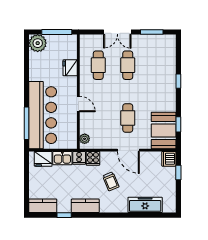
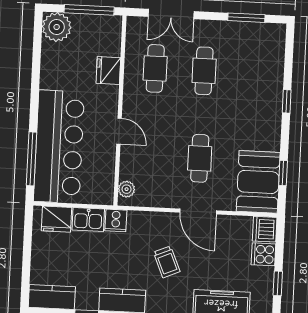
double door: (117, 32) -> (171, 14), moved
cooker: (93, 158) -> (263, 254), moved, turned 90
window: (178, 172) -> (278, 283), moved

